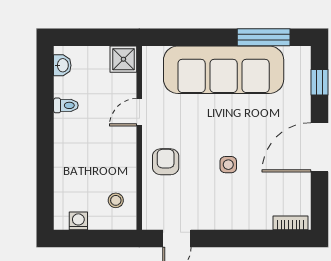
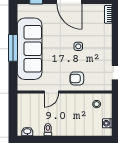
window: (264, 37) -> (13, 48), moved
shower: (123, 59) -> (24, 100), removed
door: (139, 112) -> (51, 92), hinge flipped

